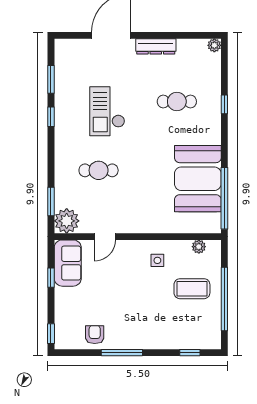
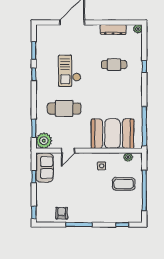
dresser: (156, 46) -> (113, 29), moved
cafe table: (99, 170) -> (64, 108), width x1.37, depth x1.35
booth: (198, 179) -> (112, 134), moved, turned 90

